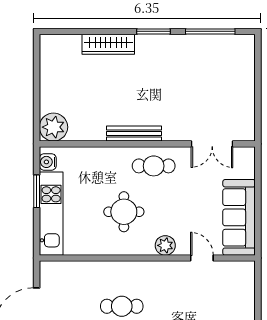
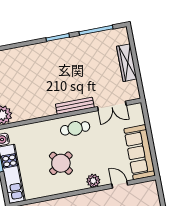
wardrobe: (108, 44) -> (127, 63), moved, turned 90
bench: (134, 134) -> (75, 106), moved
round table: (124, 212) -> (61, 163), turned -35

